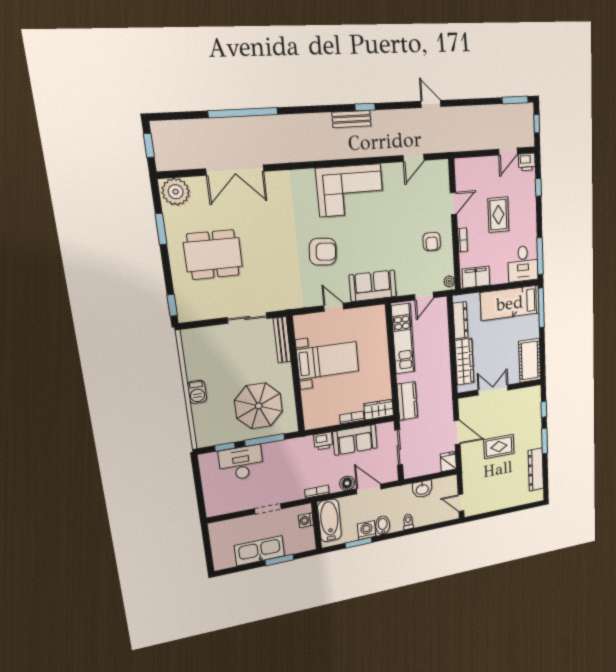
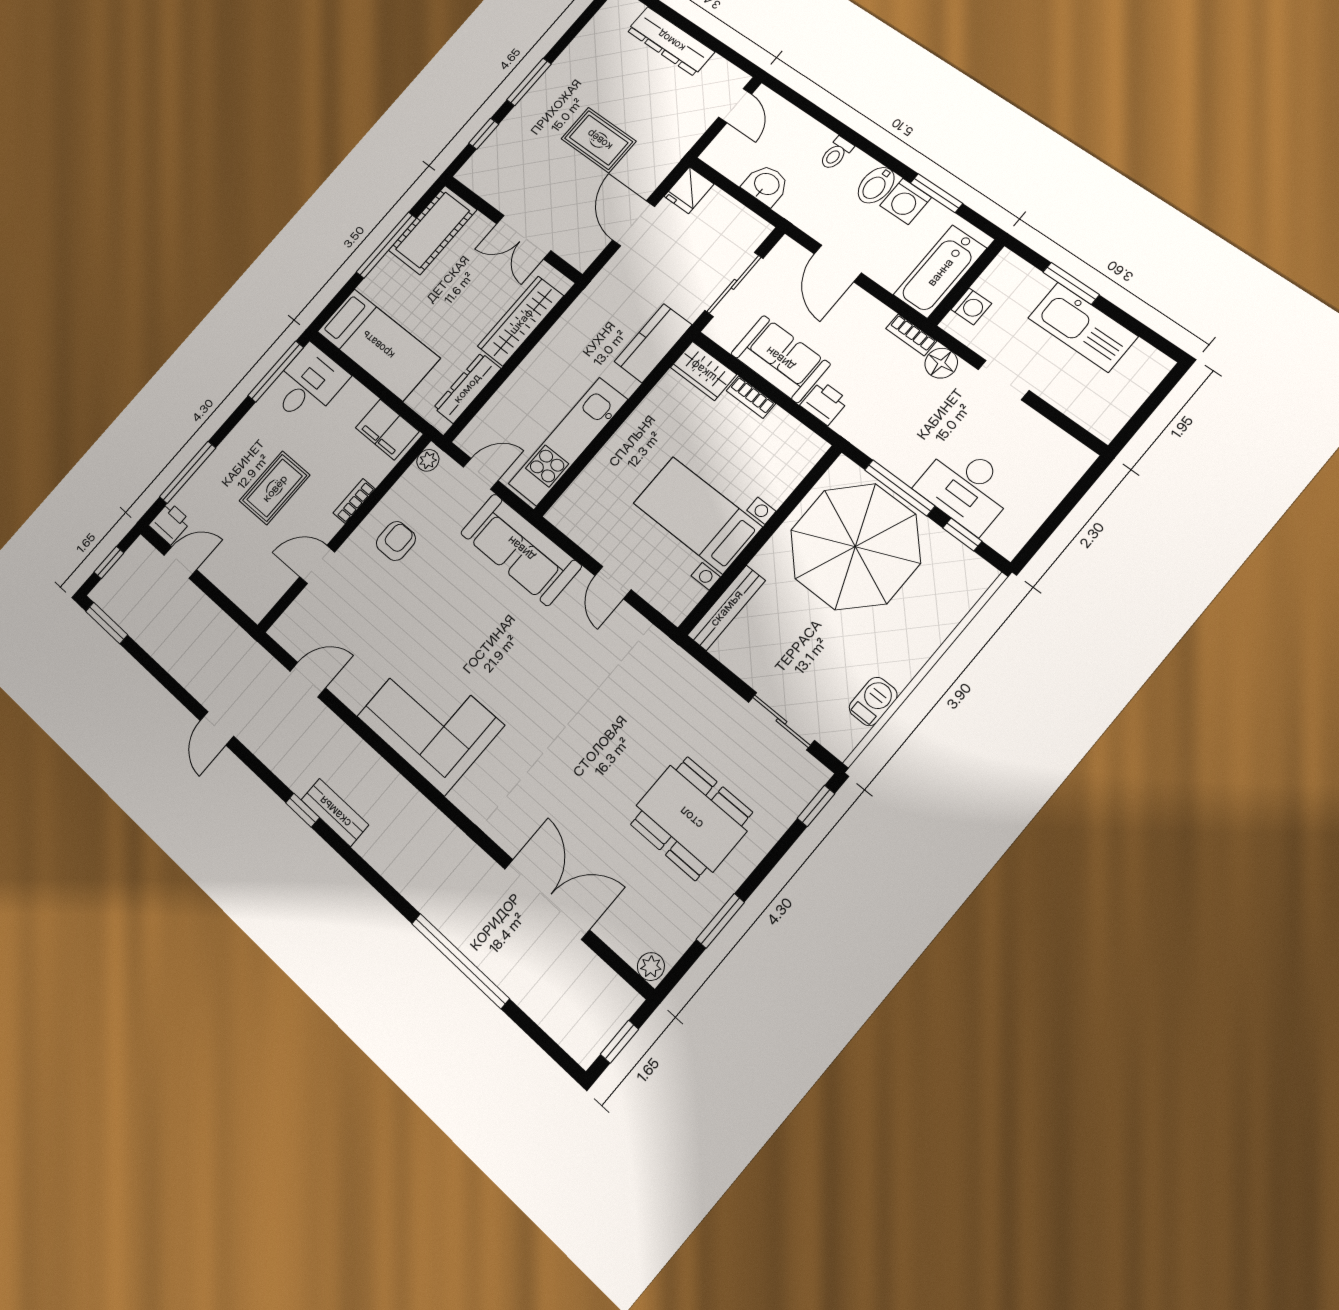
window: (538, 187) -> (188, 472), width x2.17
plant: (176, 192) -> (651, 967), width x0.53, depth x0.53
armchair: (323, 252) -> (549, 675), removed
sofa: (373, 286) -> (521, 549), width x1.36
window: (541, 308) -> (386, 245), moved
sliding door: (247, 318) -> (781, 721), moved
barbecue: (197, 392) -> (873, 701), moved
parasol: (259, 406) -> (855, 547), width x1.36, depth x1.36
dresser: (536, 469) -> (671, 41), moved, turned 90
floor lamp: (347, 483) -> (941, 363), moved

